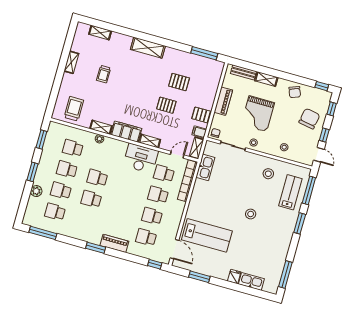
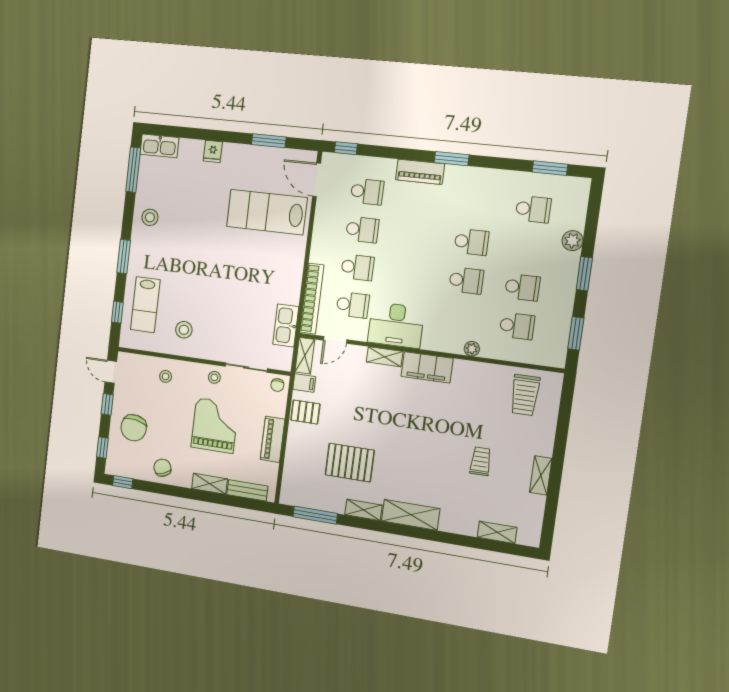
pallet: (179, 82) -> (350, 463), width x1.50, depth x1.42
pallet: (166, 105) -> (365, 421), removed
shelving: (101, 127) -> (363, 510), moved
window: (309, 190) -> (117, 312), width x0.46
school desk: (61, 191) -> (528, 248), removed
stool: (251, 214) -> (150, 217), moved
window: (43, 233) -> (550, 168), width x0.69
kitchen sink: (251, 281) -> (159, 146), moved

